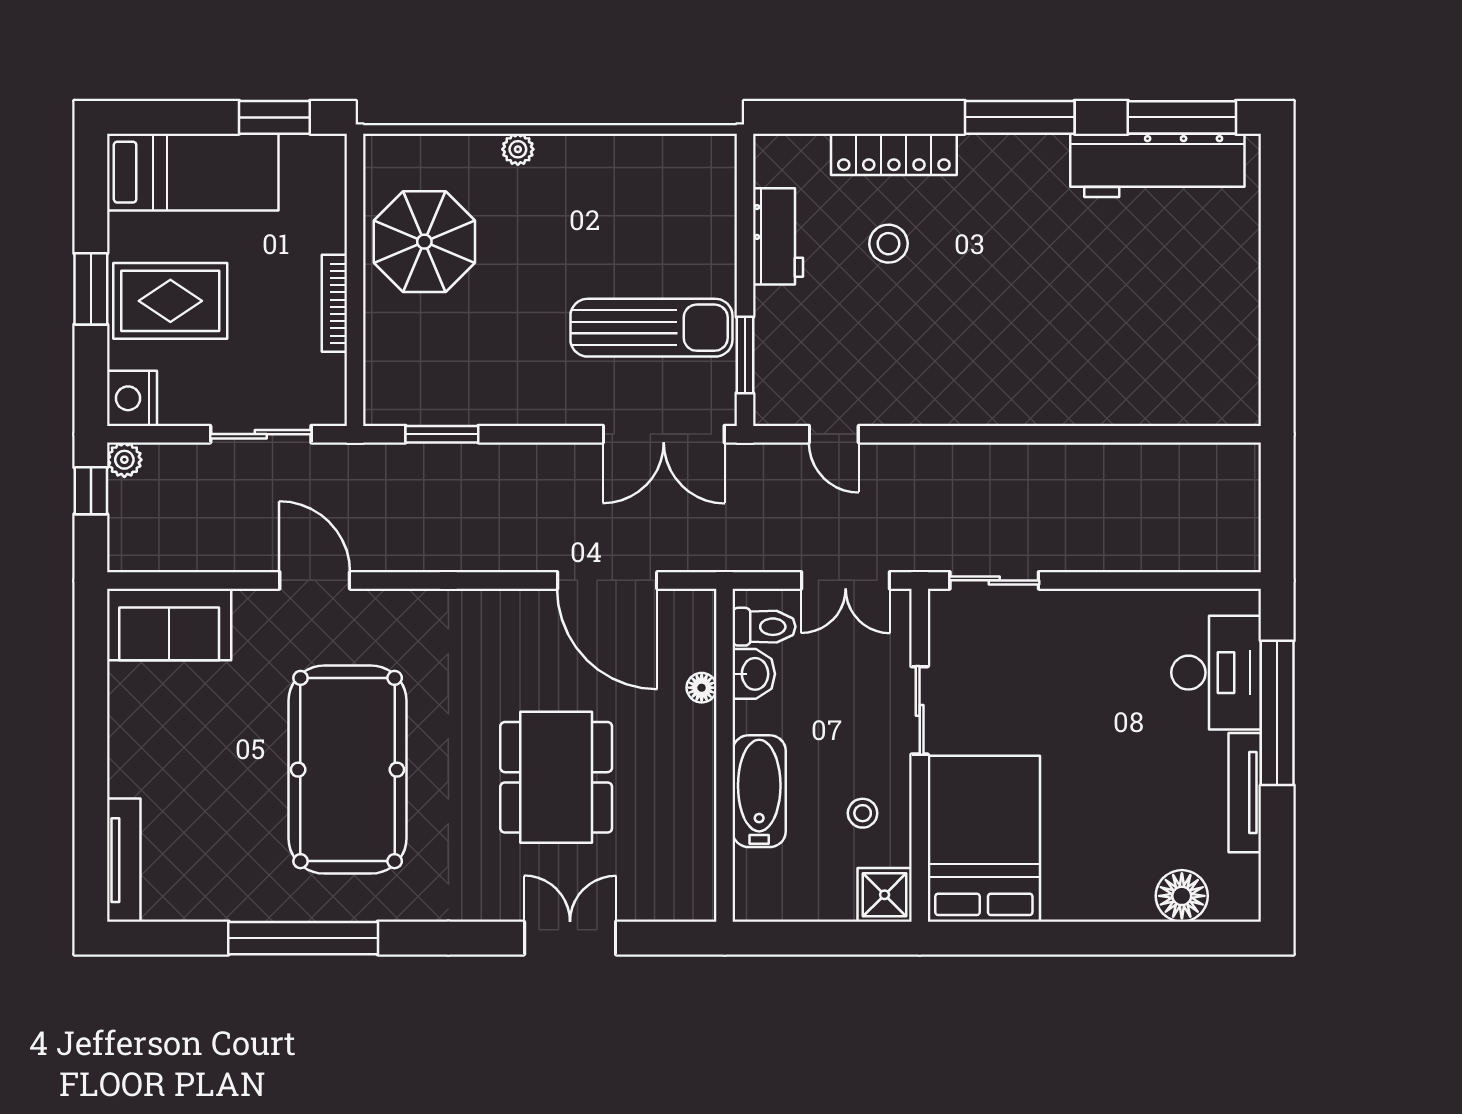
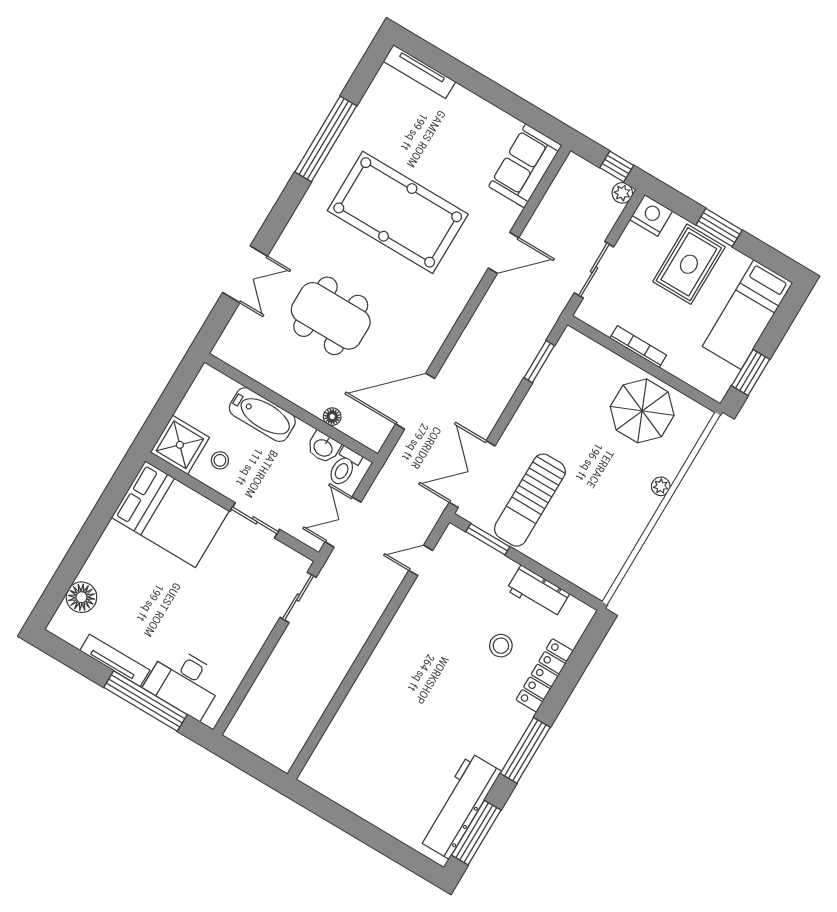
shower: (885, 895) -> (180, 445), width x1.36, depth x1.36

